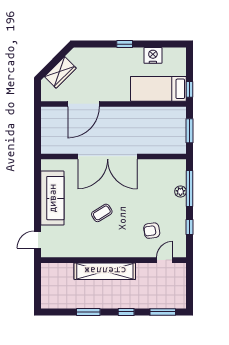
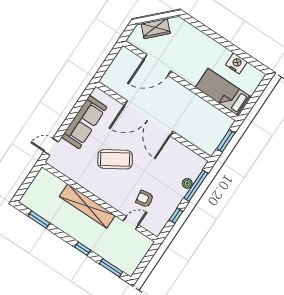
window: (125, 44) -> (220, 40), removed
window: (190, 89) -> (247, 109), removed
coffee table: (102, 213) -> (115, 159), width x1.86, depth x1.72
door: (165, 260) -> (131, 223), moved
window: (88, 312) -> (39, 220), moved

